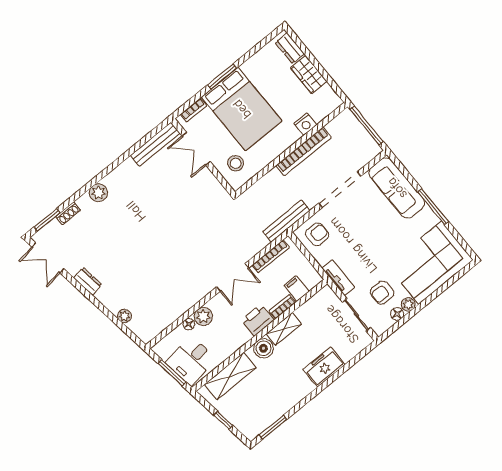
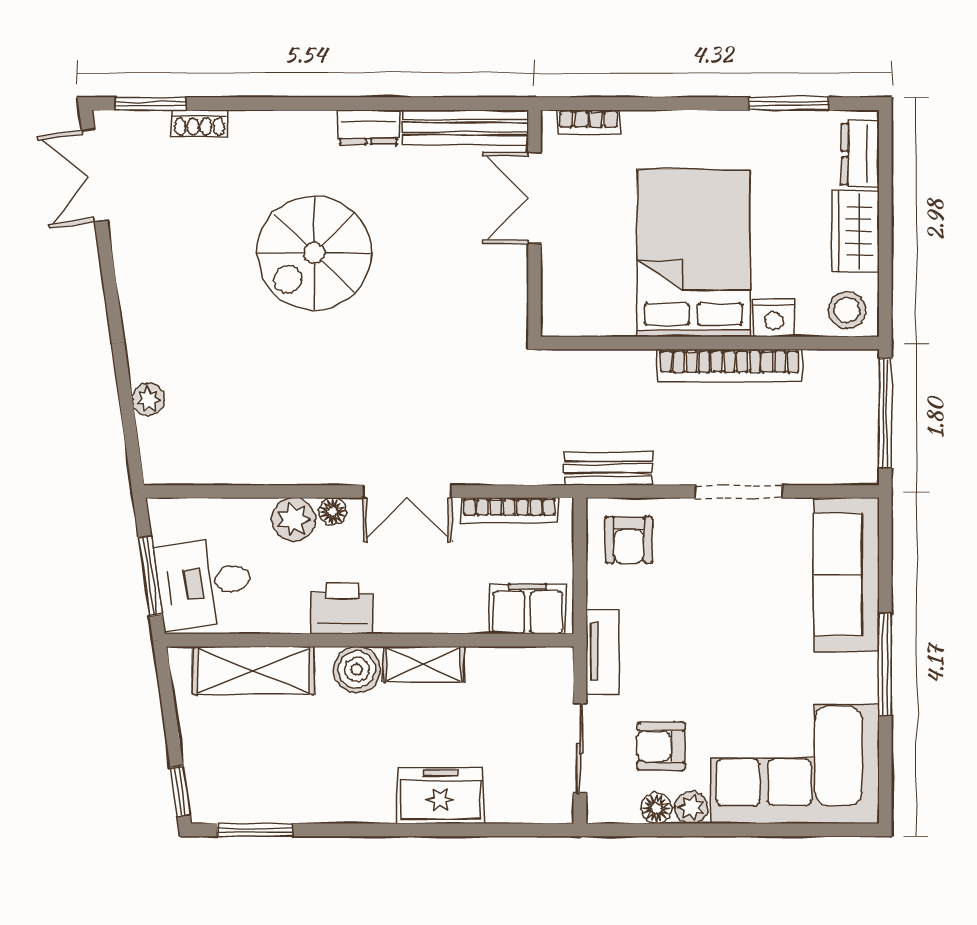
window: (222, 76) -> (789, 104), moved
bed: (242, 109) -> (693, 253), moved, turned 180
stool: (236, 163) -> (847, 310), moved
doorway: (340, 190) -> (739, 492), width x0.73
plant: (98, 193) -> (287, 131), removed
bench: (286, 221) -> (608, 469), width x0.73
spiral stairs: (139, 225) -> (314, 253), added
armchair: (317, 234) -> (629, 540), turned 90
dresser: (88, 281) -> (368, 127), moved, turned 98
filing cabinet: (297, 289) -> (527, 609), width x2.00
bookcase: (282, 307) -> (455, 621), removed
printer: (258, 320) -> (342, 608), moved
floor lamp: (189, 324) -> (333, 511), moved
window: (223, 420) -> (180, 791), moved

